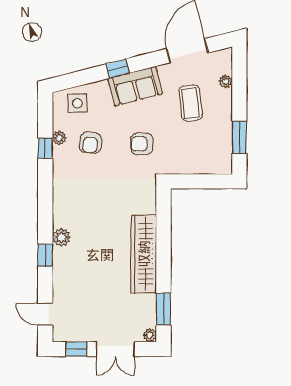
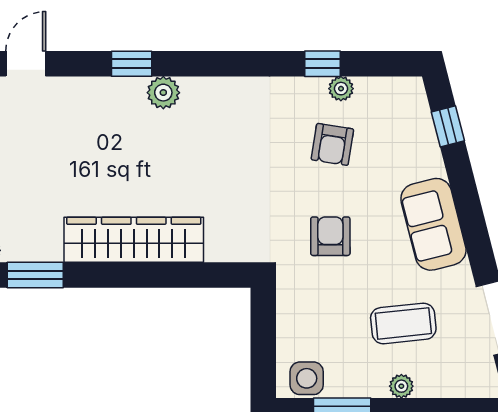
window: (118, 68) -> (448, 126), moved
plant: (226, 81) -> (401, 386), moved
side table: (77, 103) -> (307, 378), moved
armchair: (90, 143) -> (332, 144), turned -89

